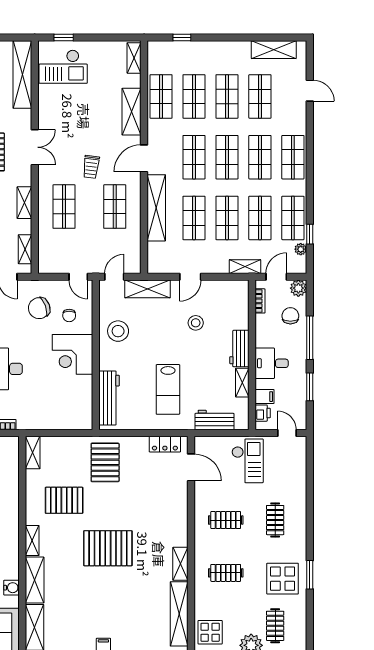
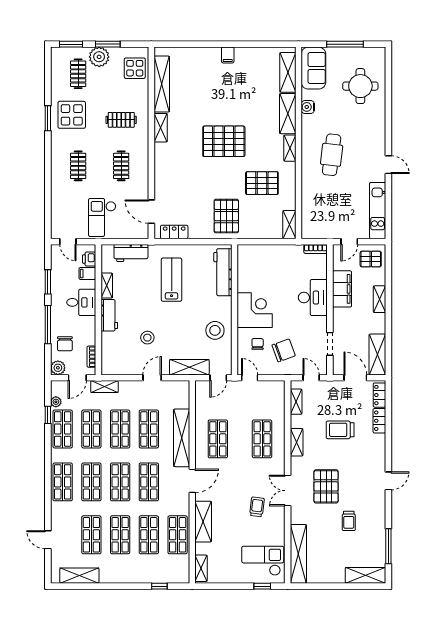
trolley: (91, 167) -> (257, 507), moved
clothes rail: (226, 520) -> (121, 166), turned 90

